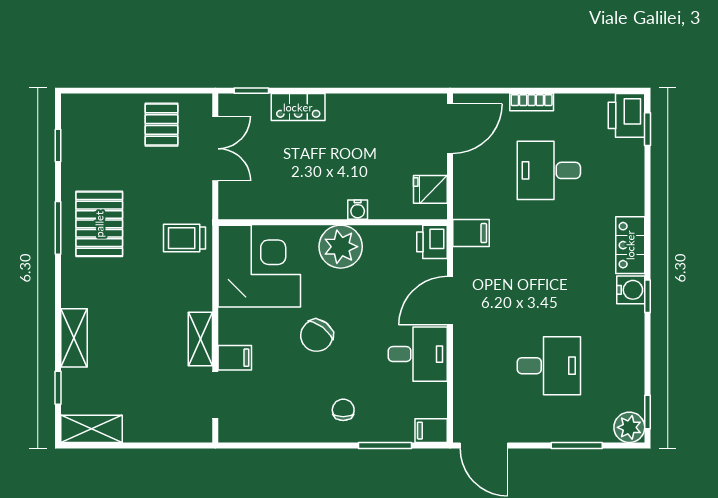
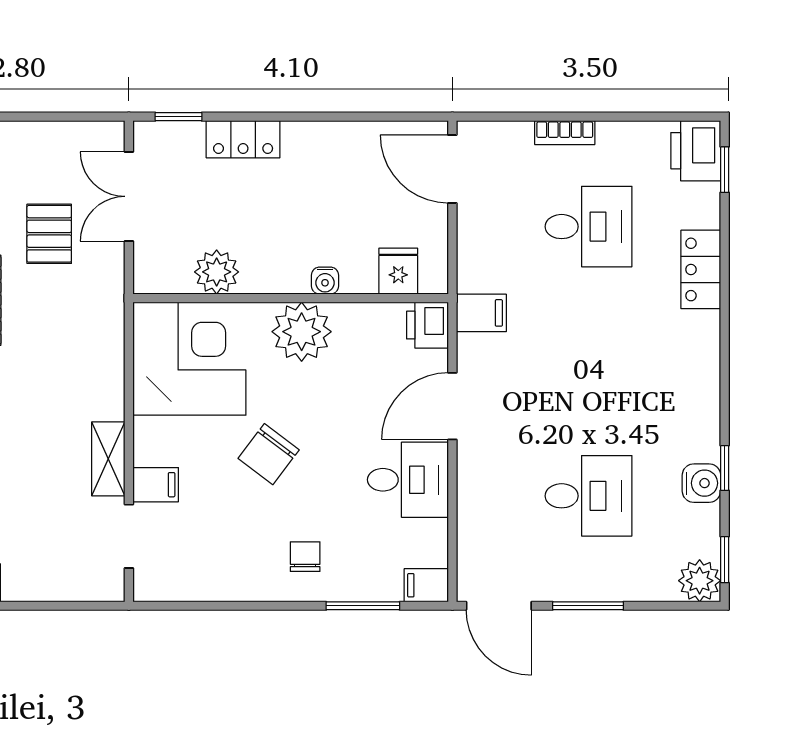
pallet: (161, 125) -> (49, 234), moved
door: (450, 129) -> (452, 169), swing flipped
double door: (215, 149) -> (129, 196), swing flipped
desk: (549, 170) -> (588, 227), turned 180
fridge: (430, 189) -> (398, 271), moved, turned 90
plant: (279, 203) -> (217, 272), added
trolley: (184, 238) -> (86, 320), removed
locker: (630, 245) -> (701, 269), moved
water cooler: (631, 290) -> (701, 483), moved
window: (648, 296) -> (725, 468), moved
window: (577, 446) -> (588, 606), moved

